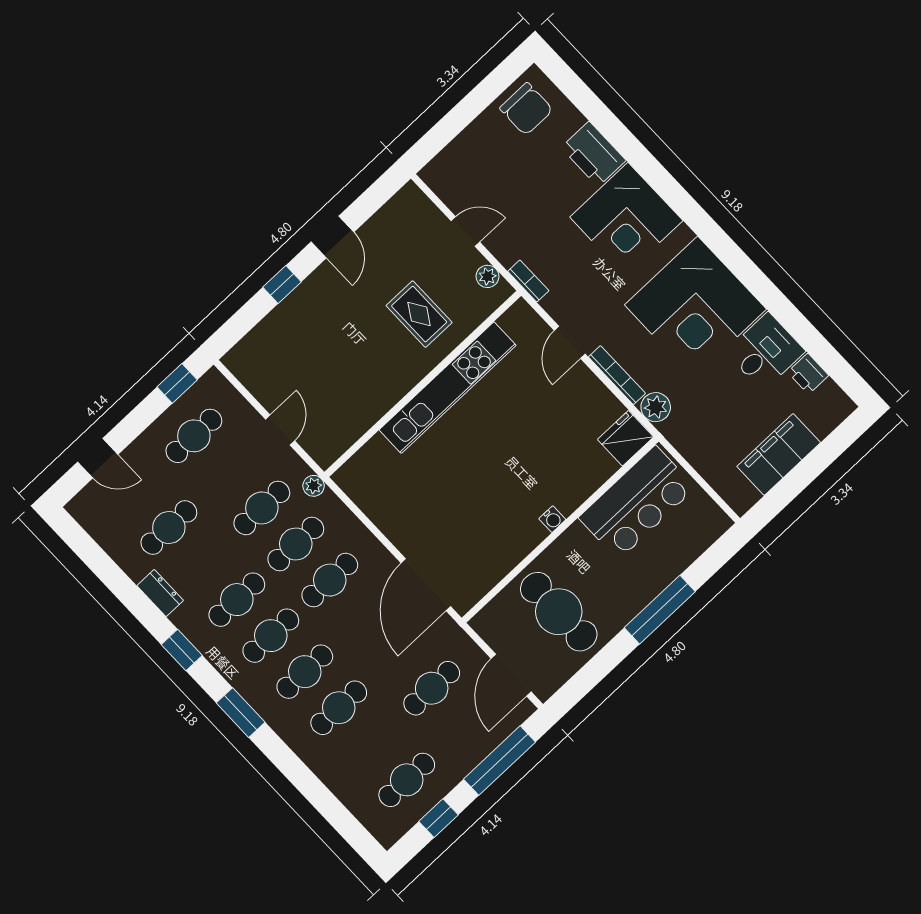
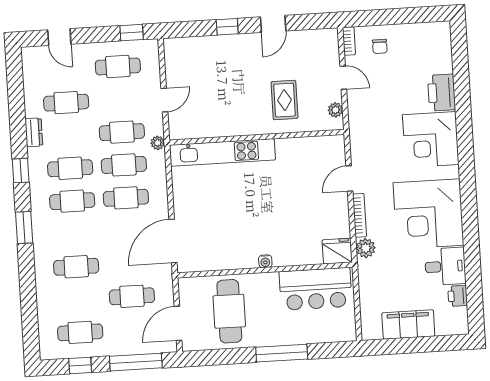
chair: (526, 109) -> (380, 46), moved, width x0.54, depth x0.54
bookcase: (528, 281) -> (349, 41), moved
kitchen unit: (448, 388) -> (222, 152), moved
cafe table: (305, 672) -> (74, 234), removed

